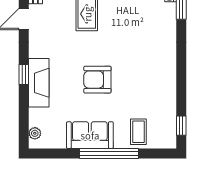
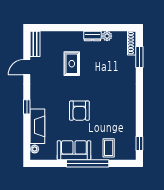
armchair: (97, 80) -> (79, 111), turned -90
fireplace: (39, 83) -> (37, 126), moved

